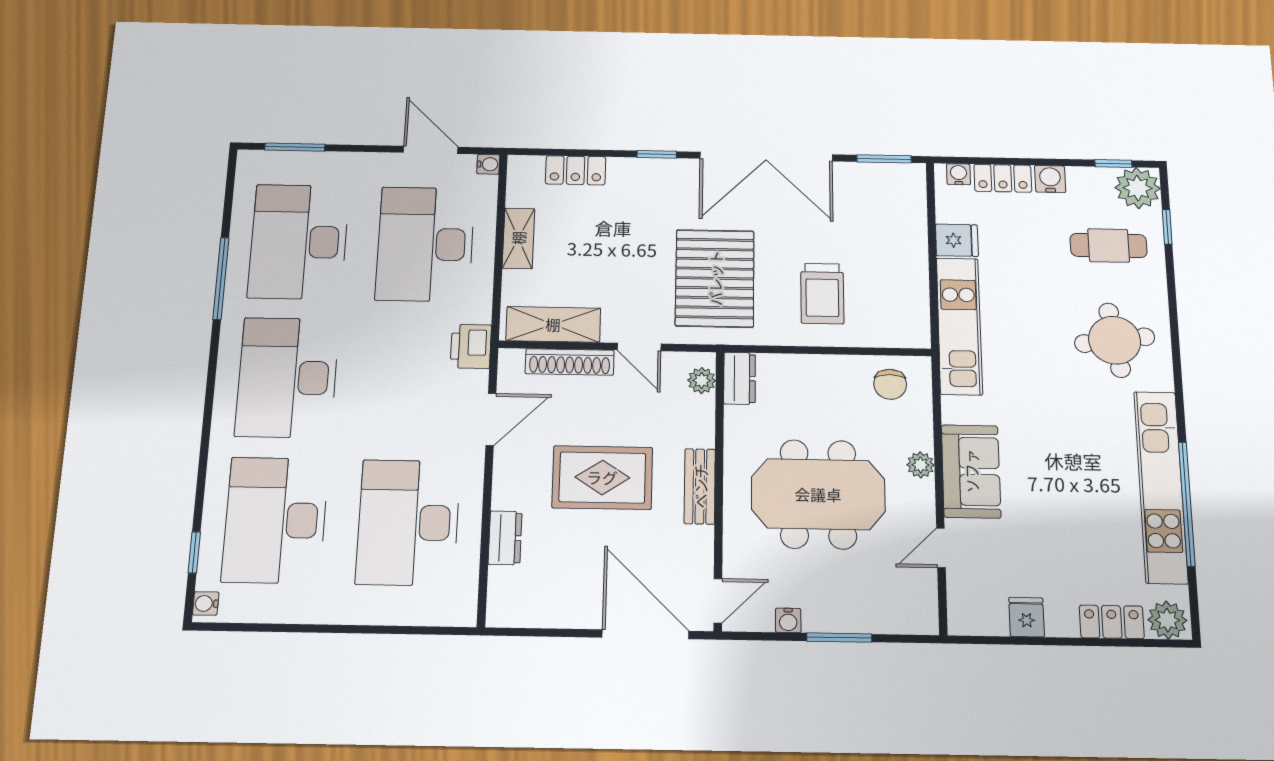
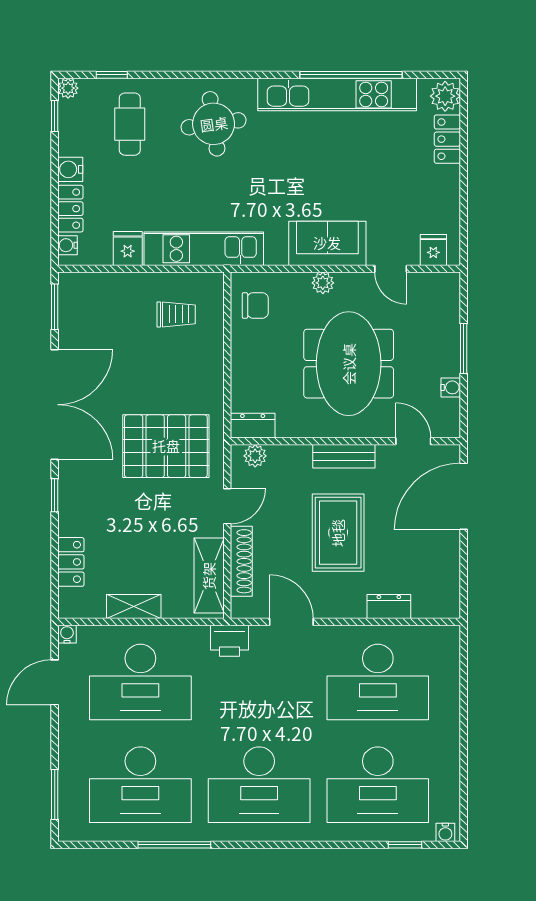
plant: (1138, 188) -> (68, 88), width x0.53, depth x0.53
trolley: (822, 293) -> (176, 314), moved, width x0.73, depth x0.72
door: (718, 601) -> (413, 441), moved
fridge: (1027, 617) -> (433, 250), moved, turned 90

